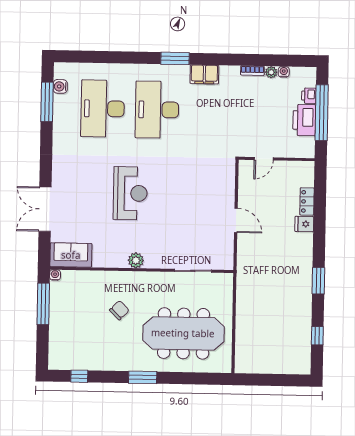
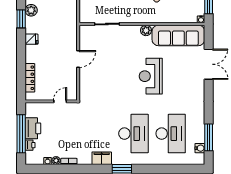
locker: (307, 201) -> (30, 78), width x1.53
door: (236, 220) -> (78, 59), swing flipped
fridge: (304, 224) -> (32, 39), moved
sofa: (71, 255) -> (178, 35), width x1.85, depth x1.27
plant: (303, 293) -> (31, 10), added

